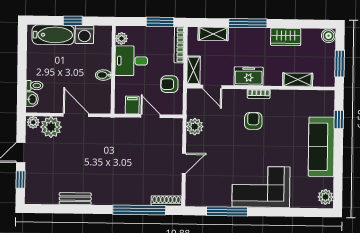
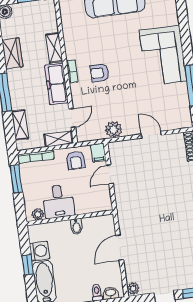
freezer: (249, 76) -> (56, 84), width x1.40
shelving: (298, 80) -> (54, 48), moved
filing cabinet: (132, 105) -> (98, 153), moved, turned -90
plant: (51, 127) -> (135, 270), removed

